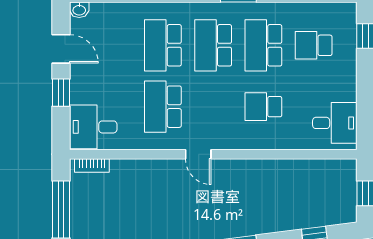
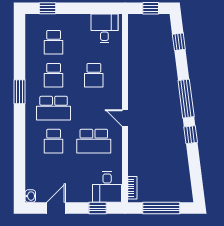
school desk: (163, 45) -> (54, 141), width x0.54
school desk: (263, 45) -> (54, 75), width x0.54
window: (61, 93) -> (98, 208), moved
door: (198, 154) -> (125, 118), swing flipped

